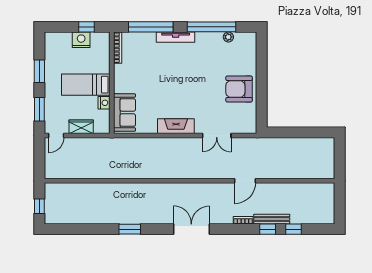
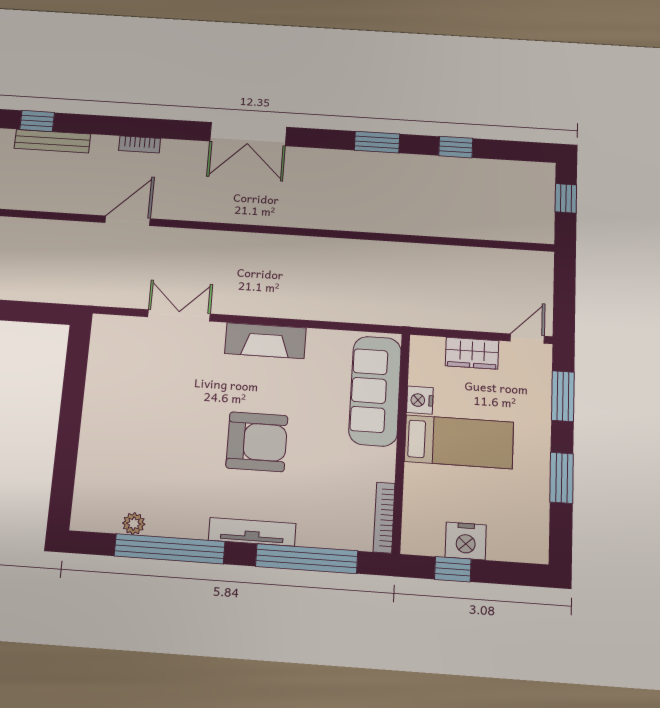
armchair: (239, 89) -> (257, 442), moved
sofa: (124, 113) -> (375, 391), width x1.36
bench: (272, 219) -> (52, 141), moved
window: (268, 229) -> (456, 147), moved

